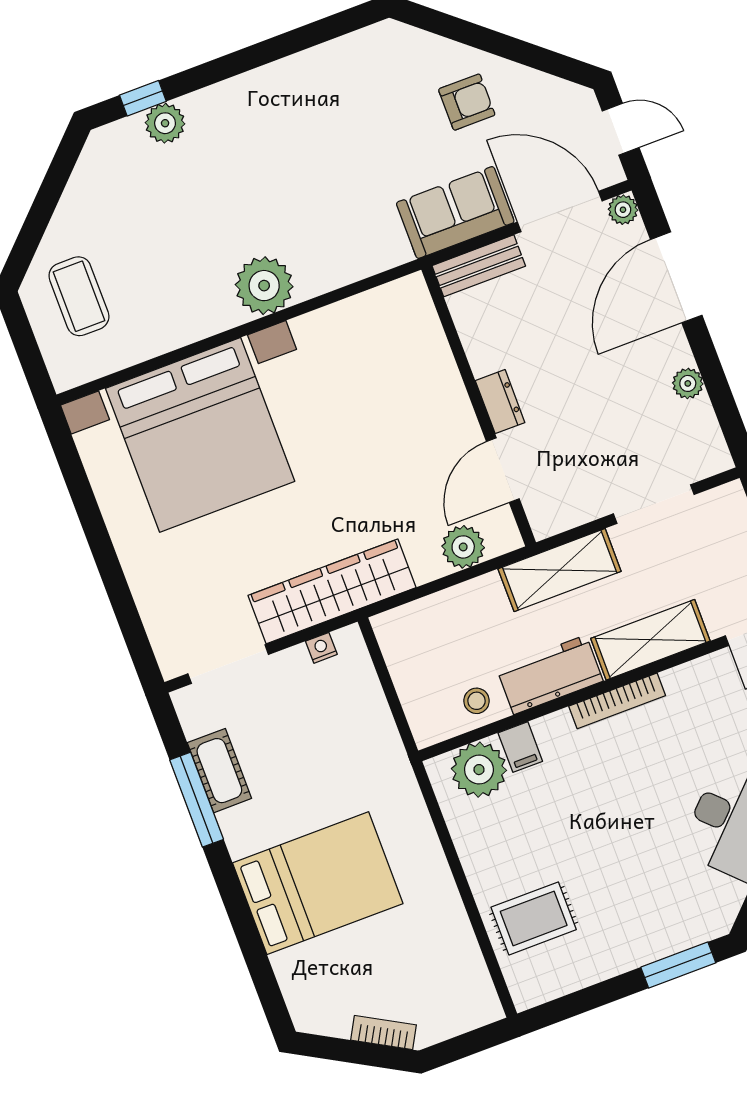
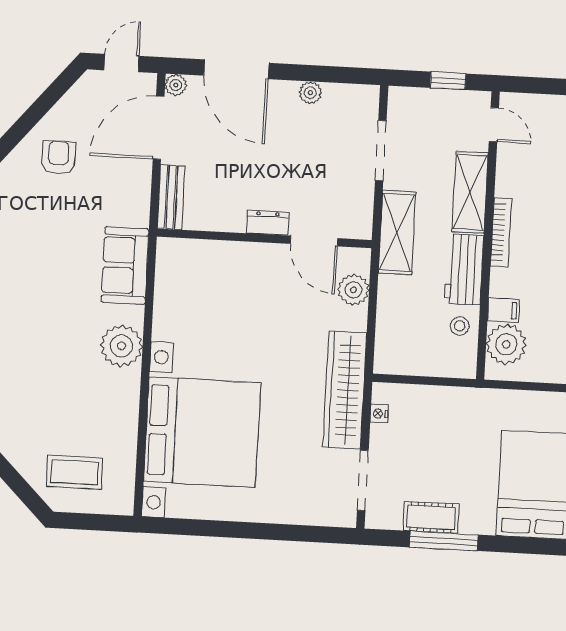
sofa: (455, 212) -> (125, 266), moved

